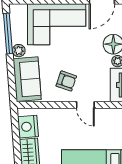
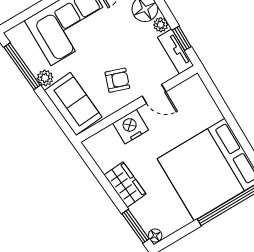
nightstand: (28, 127) -> (131, 127), moved, turned 95

